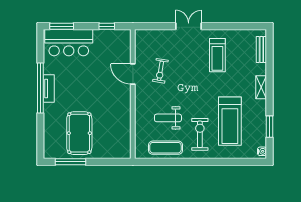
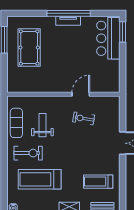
window: (107, 26) -> (123, 72), removed
treadmill: (217, 55) -> (98, 182), moved
pool table: (79, 133) -> (29, 48), turned 90

